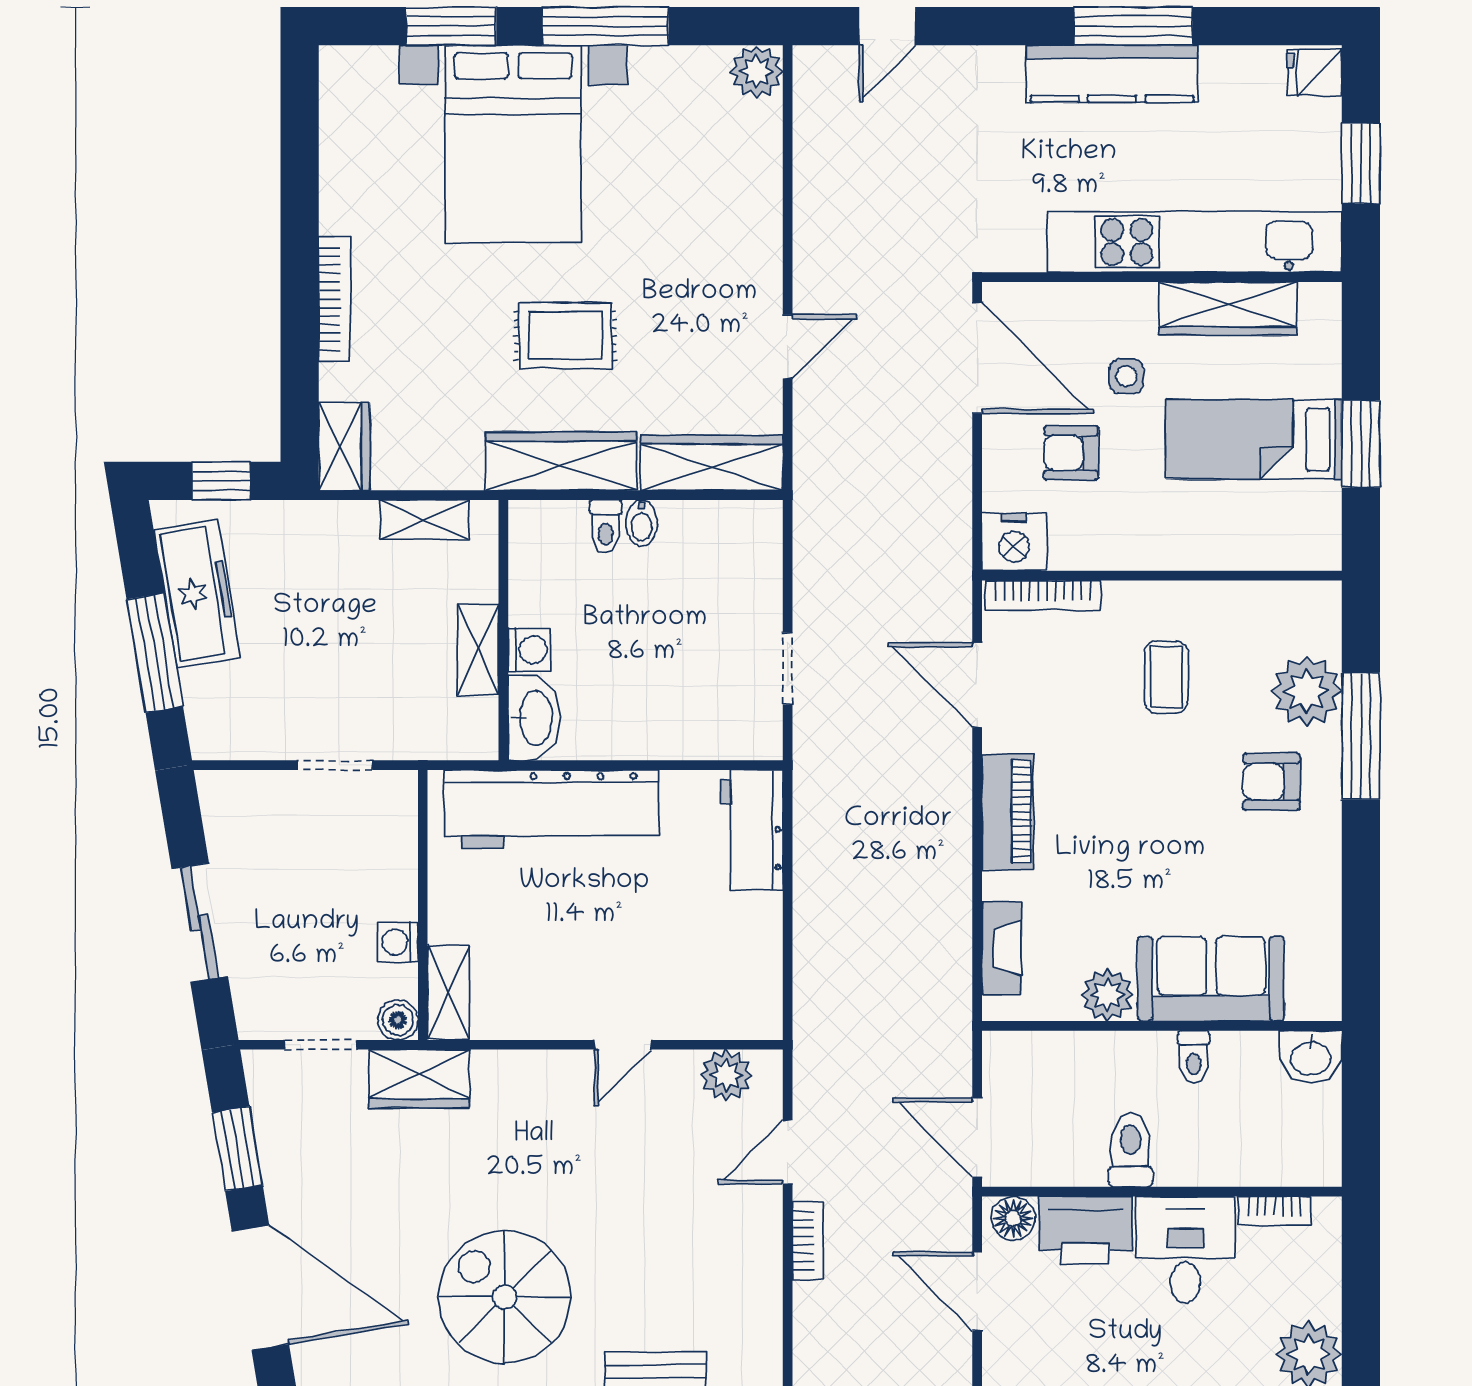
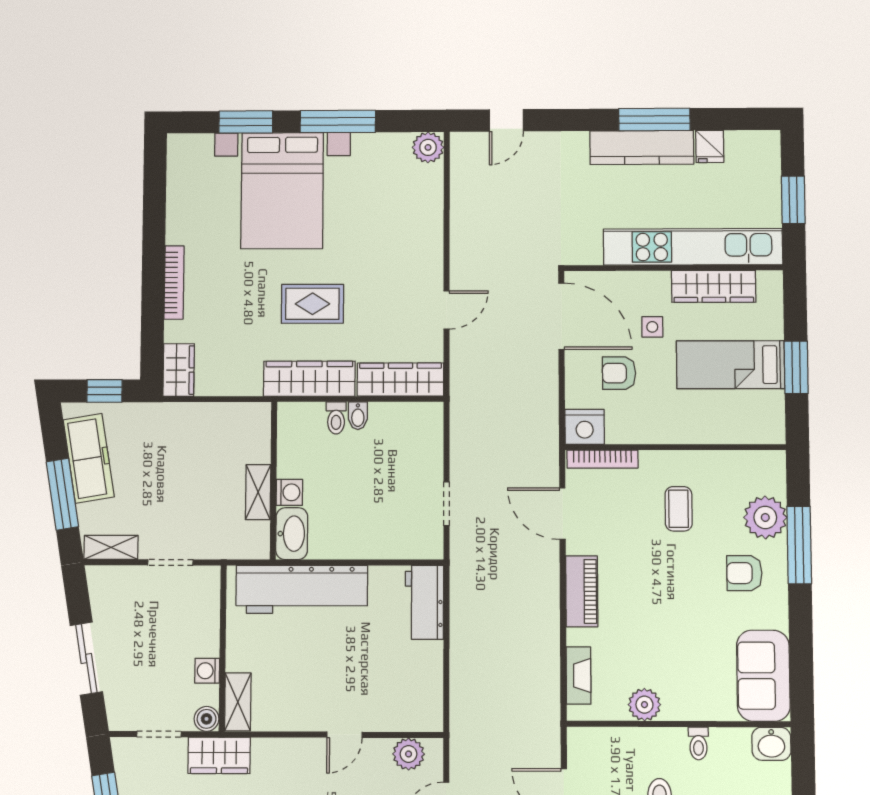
fridge: (1315, 72) -> (710, 146), moved, turned -90
shelving: (424, 520) -> (111, 547), moved
sofa: (1211, 979) -> (763, 676), moved, turned -90

